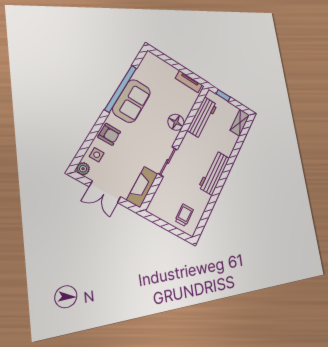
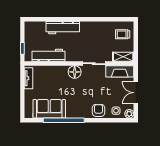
sofa: (132, 101) -> (49, 109), moved
floor lamp: (176, 122) -> (75, 72), moved
shelving: (240, 123) -> (123, 57), moved
workbench: (214, 173) -> (63, 28), moved
double door: (105, 192) -> (136, 93), swing flipped

